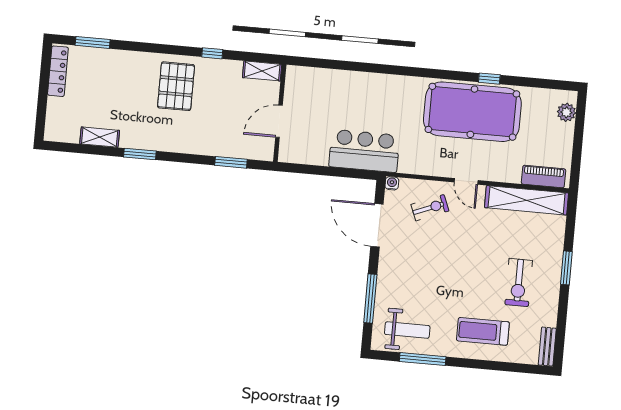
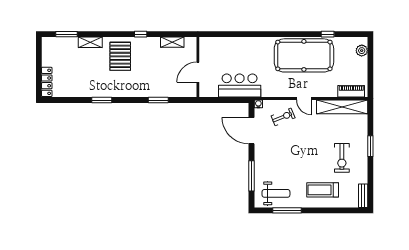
locker: (58, 71) -> (47, 82), moved
window: (489, 79) -> (328, 34), moved
wall: (280, 113) -> (198, 67), moved
door: (279, 121) -> (198, 72), moved
shelving: (100, 137) -> (90, 42), moved

